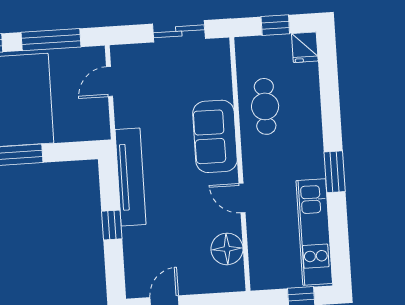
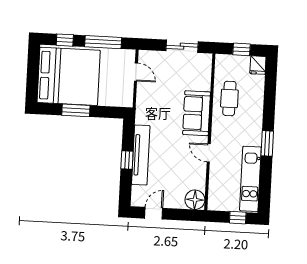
door: (110, 82) -> (136, 72), swing flipped
tv unit: (131, 177) -> (141, 155), moved
floor lamp: (227, 249) -> (195, 200), moved

